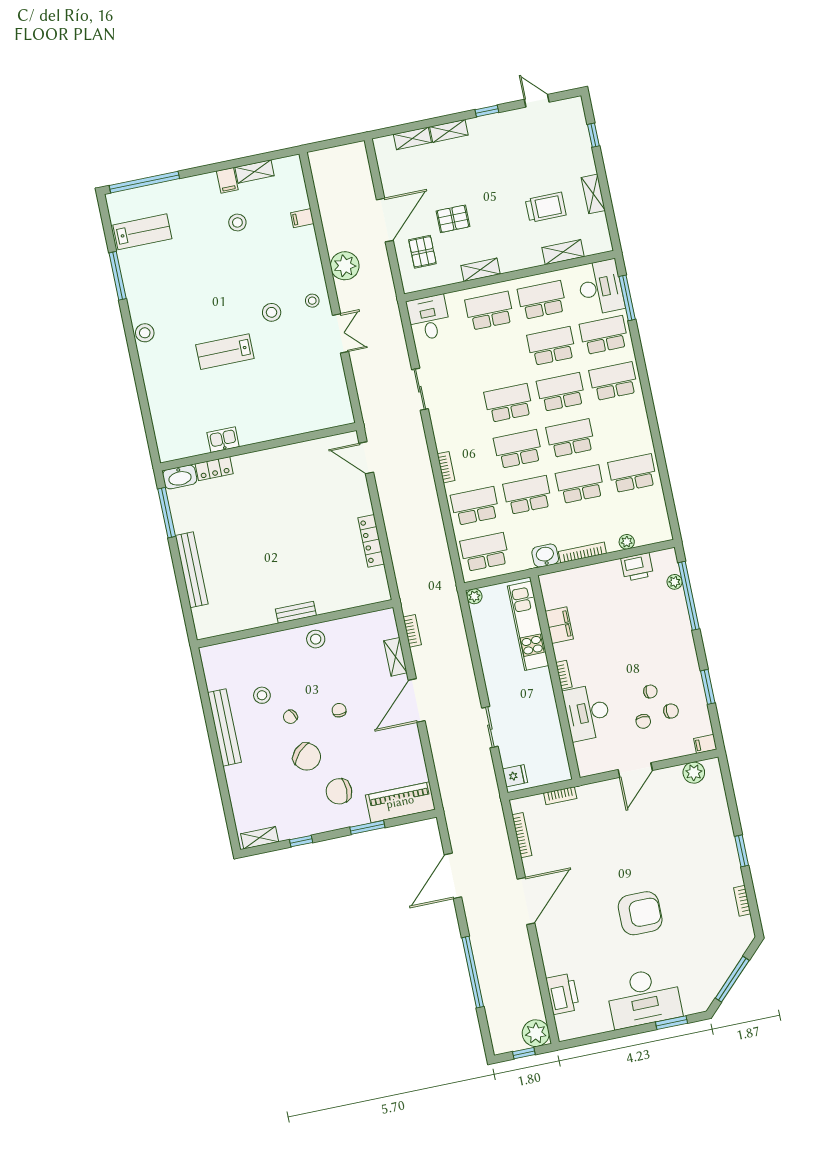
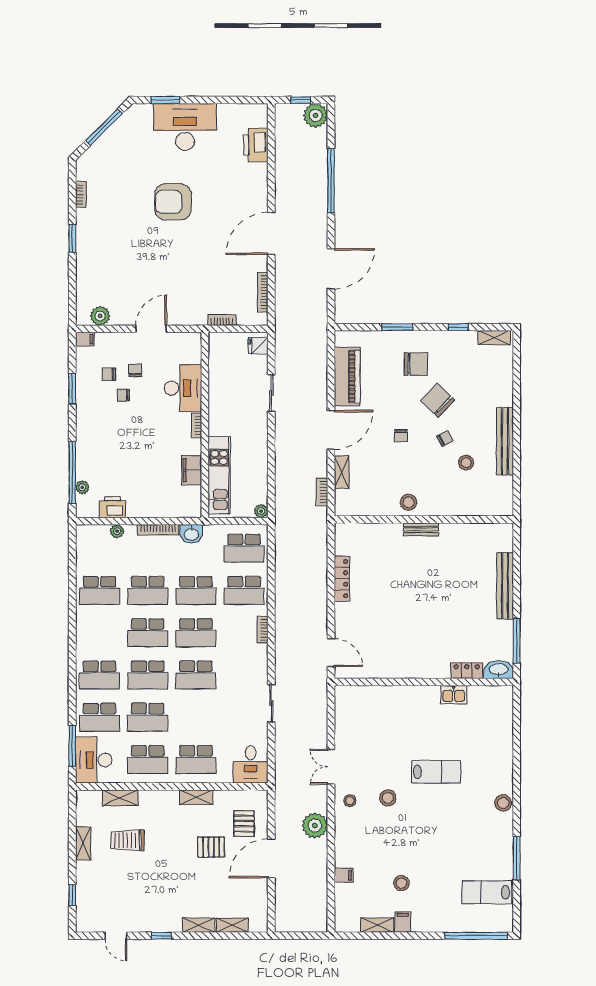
piano: (400, 802) -> (347, 377), moved, turned -90
plant: (536, 1033) -> (316, 115), moved

